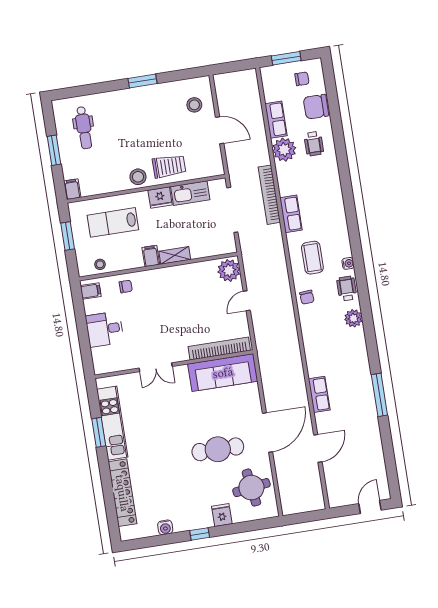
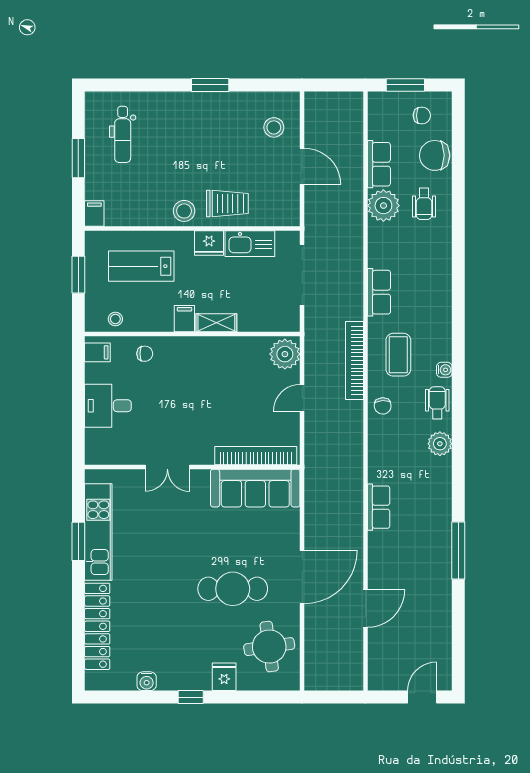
bookcase: (269, 195) -> (354, 360), moved
row of seats: (319, 394) -> (379, 507), moved

